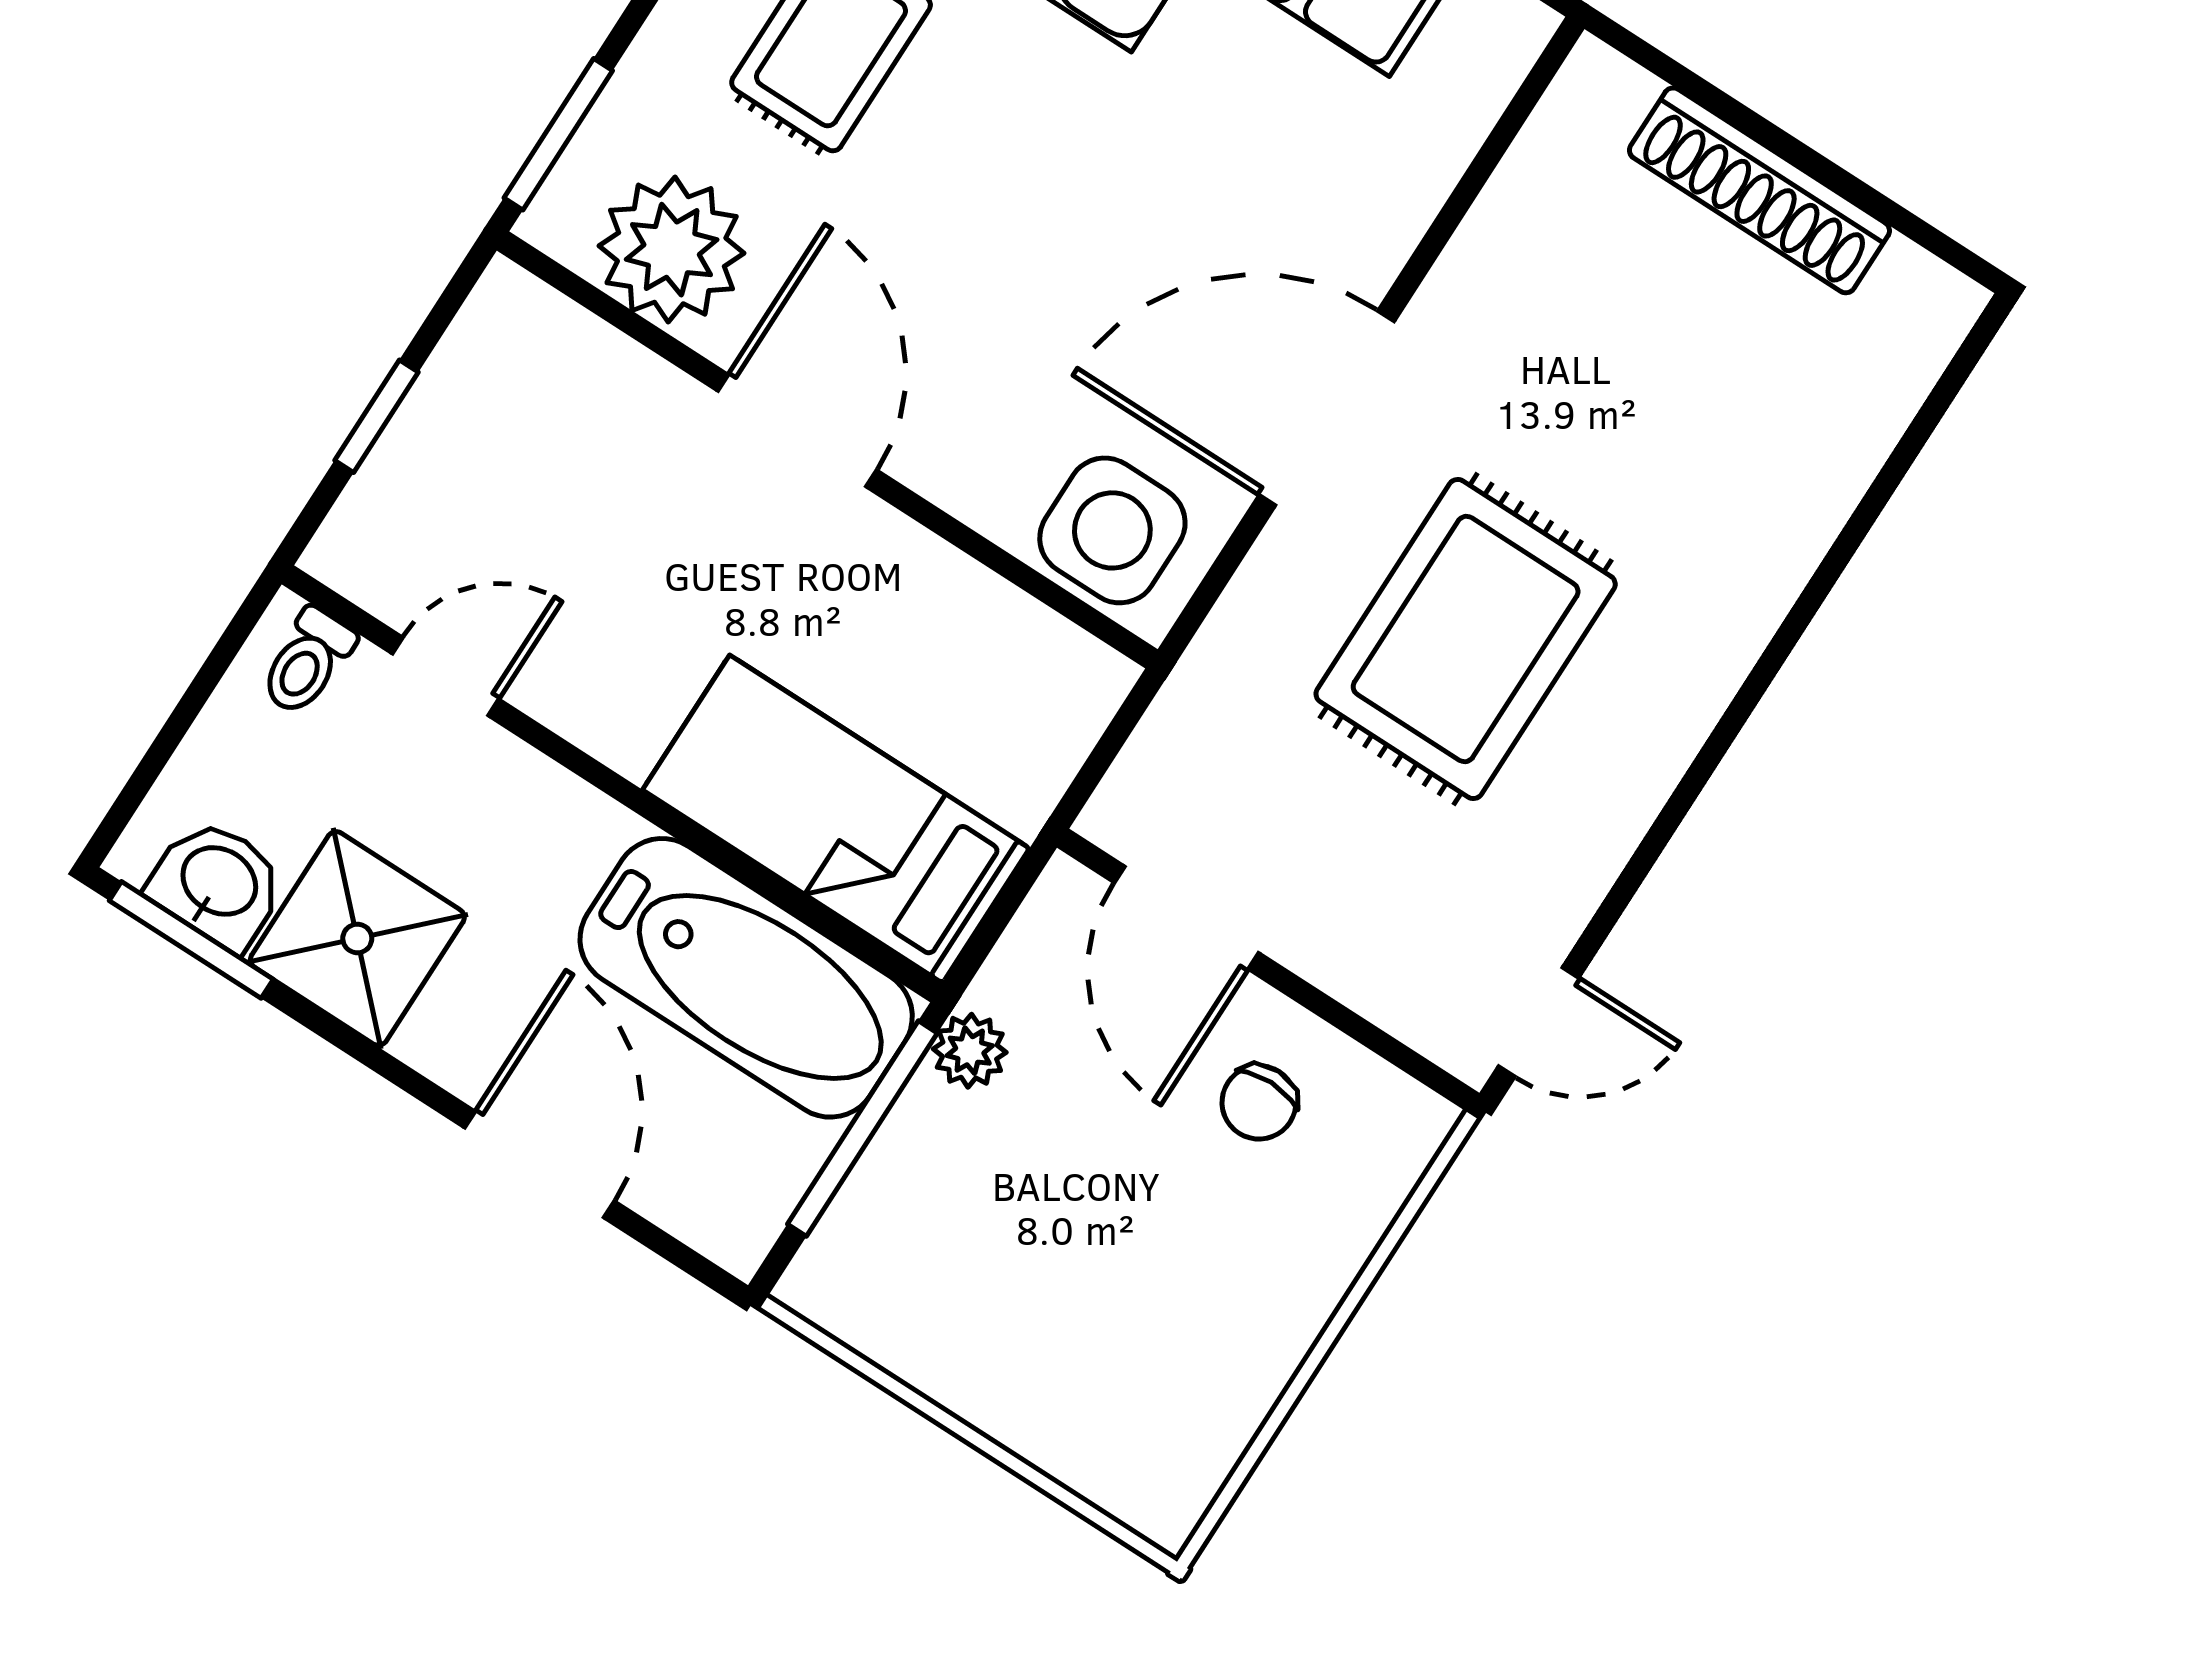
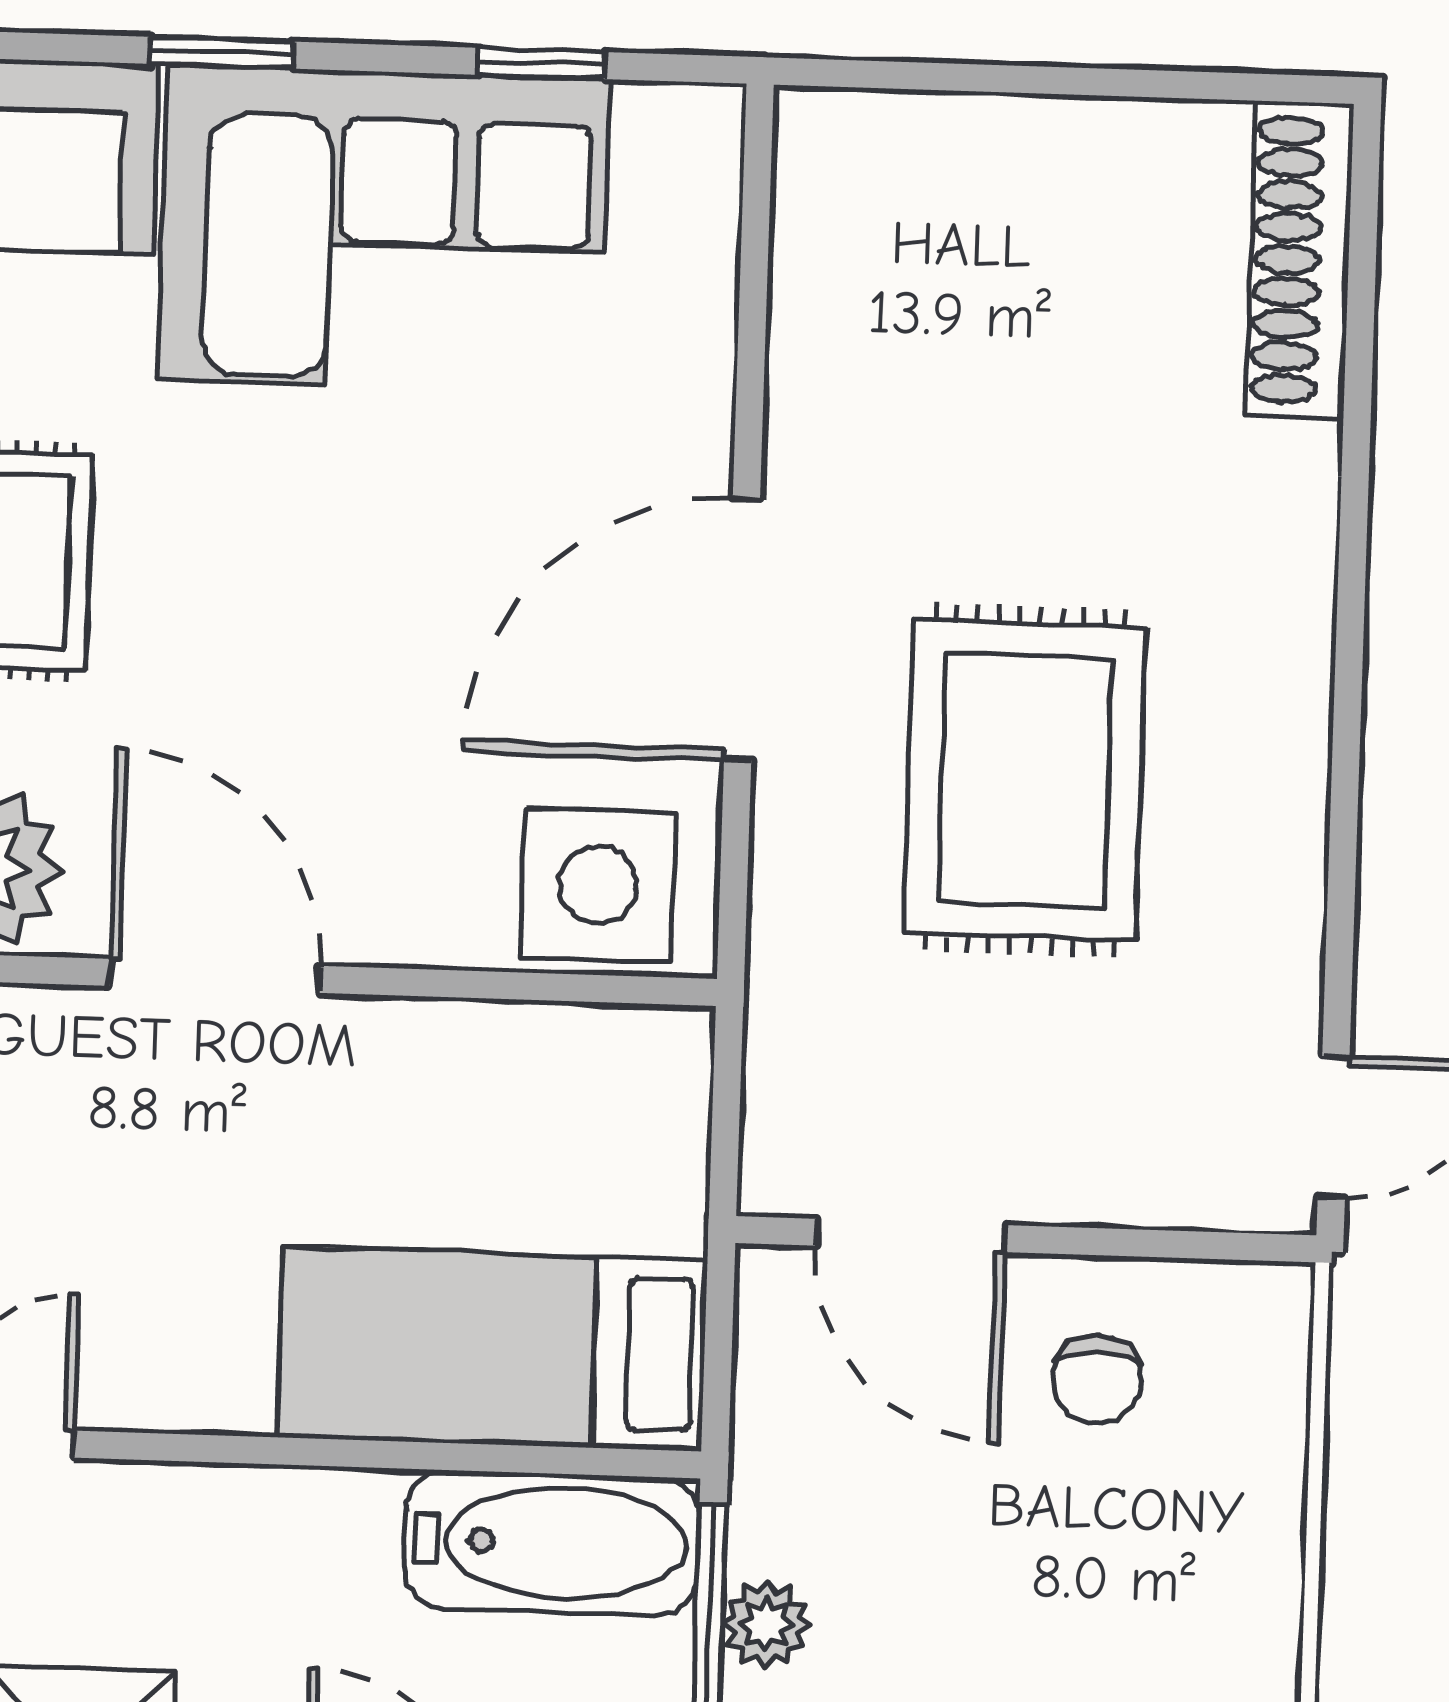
shoe rack: (1759, 190) -> (1300, 260), moved, turned 90
bathtub: (746, 978) -> (552, 1543), width x0.73, depth x0.73
plant: (970, 1051) -> (766, 1624), moved

